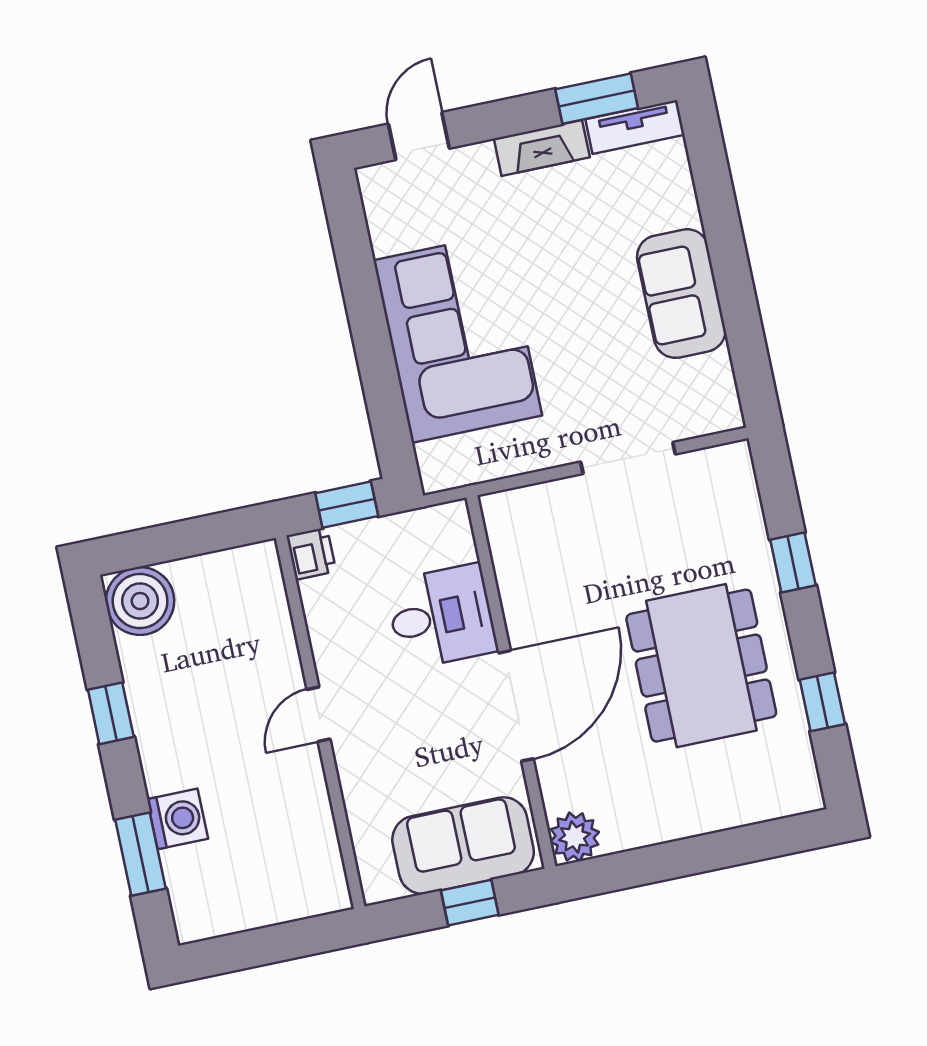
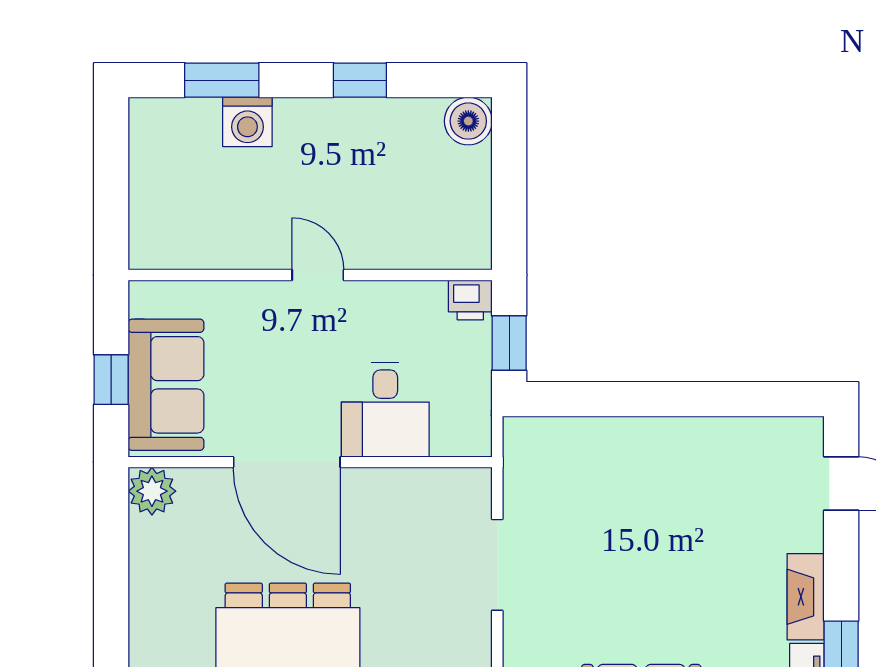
corner sofa: (458, 338) -> (644, 480), removed
doorway: (628, 458) -> (497, 565), moved
boiler: (140, 601) -> (468, 121), width x0.73, depth x0.73

